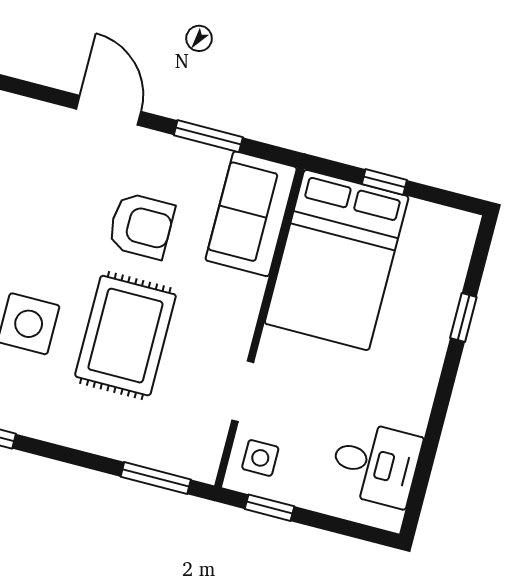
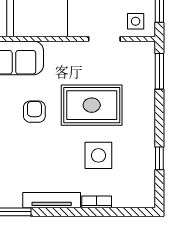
armchair: (141, 226) -> (34, 112), width x0.72, depth x0.72

